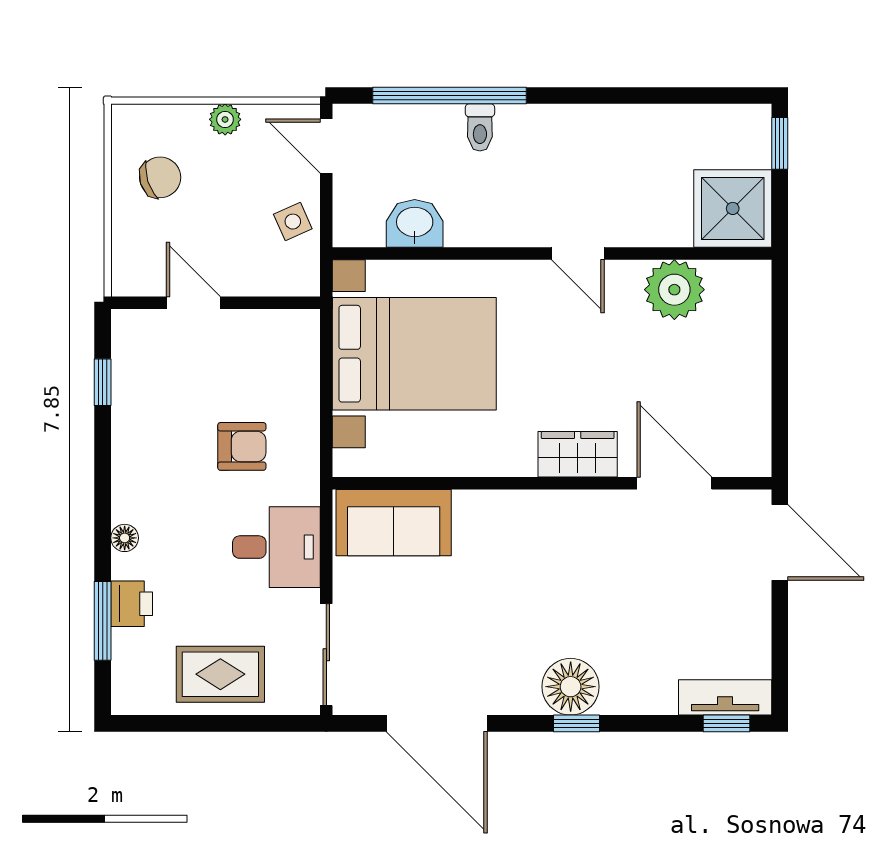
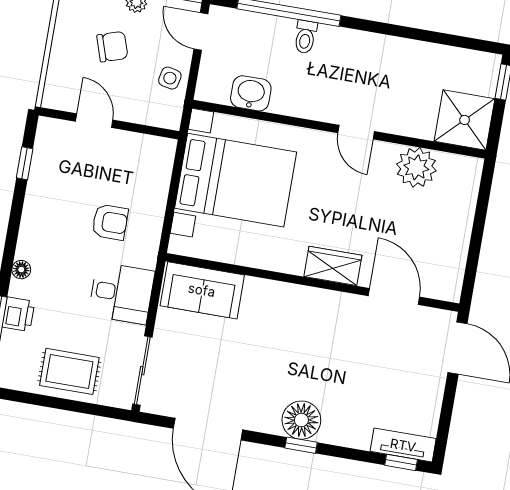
chair: (160, 177) -> (112, 47), moved
side table: (293, 222) -> (170, 78), turned 36

